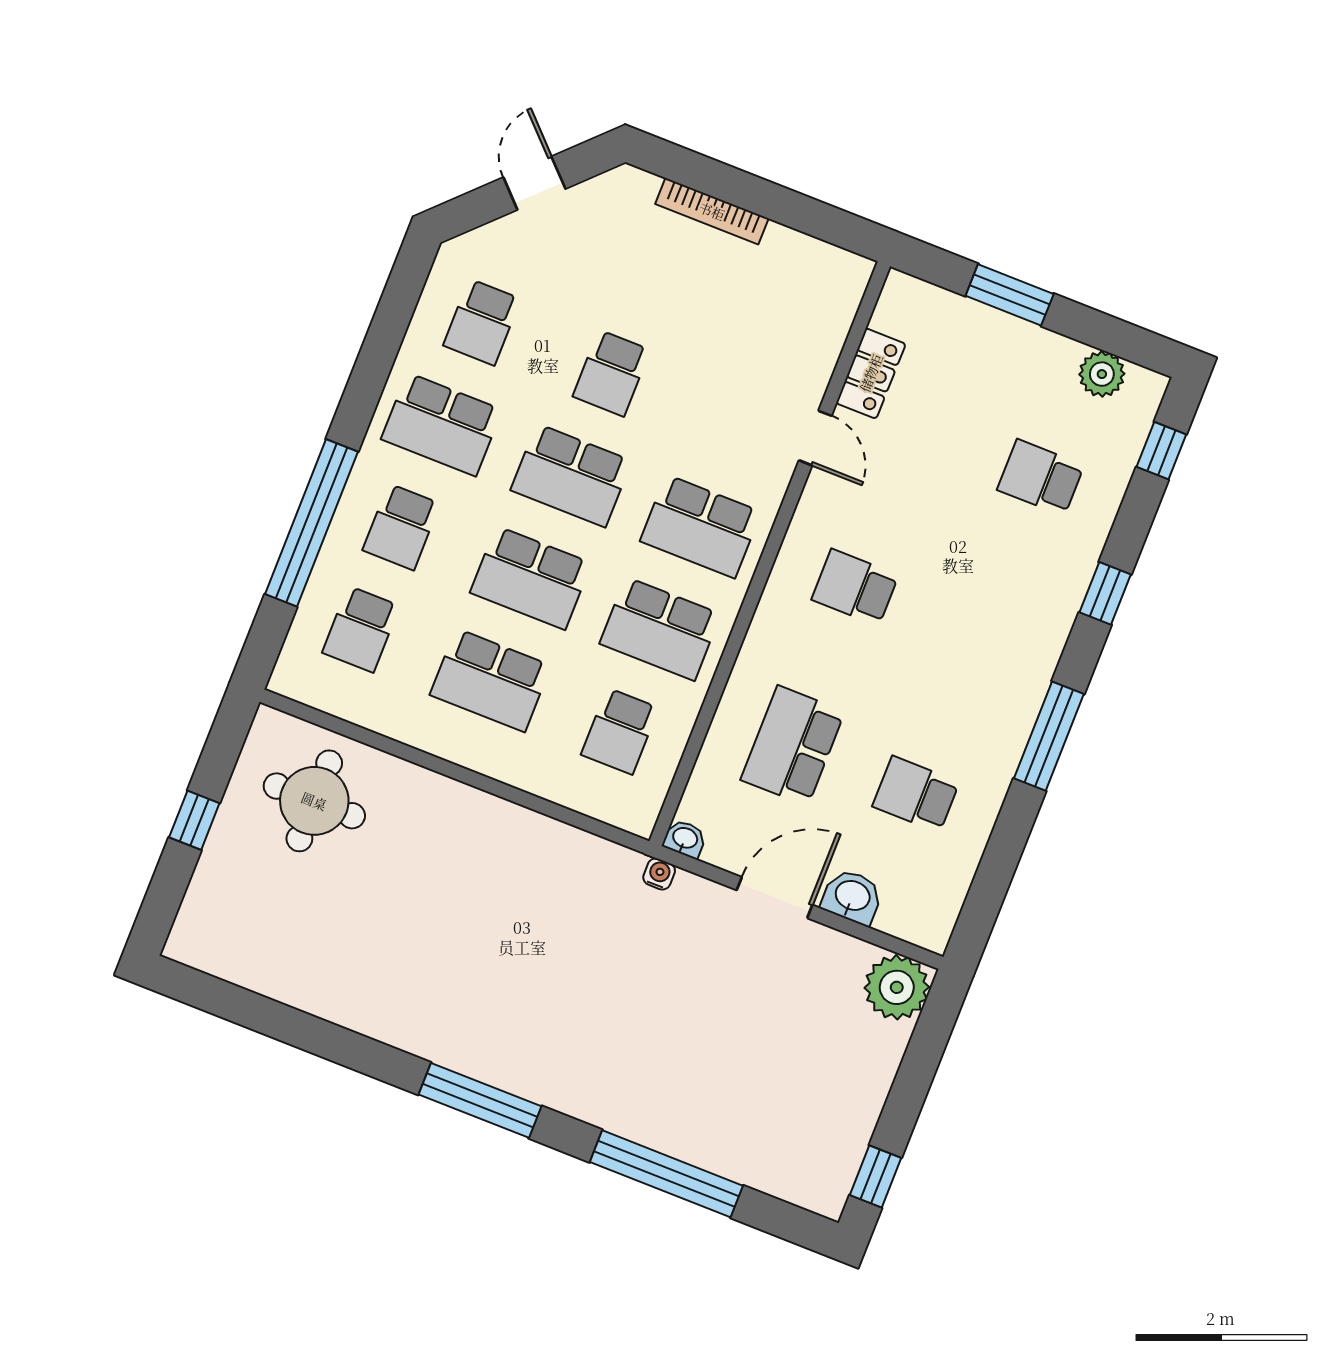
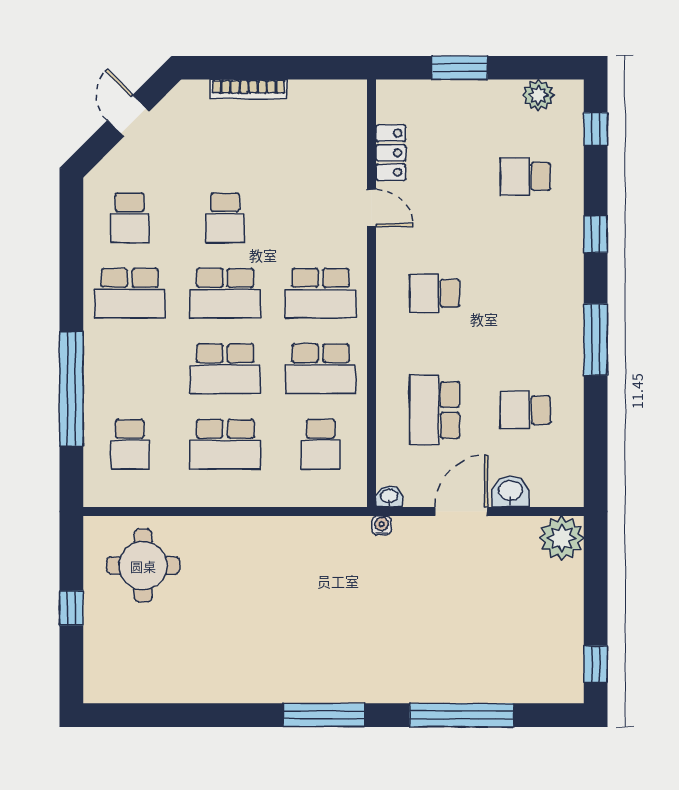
school desk: (401, 527) -> (130, 369), removed

